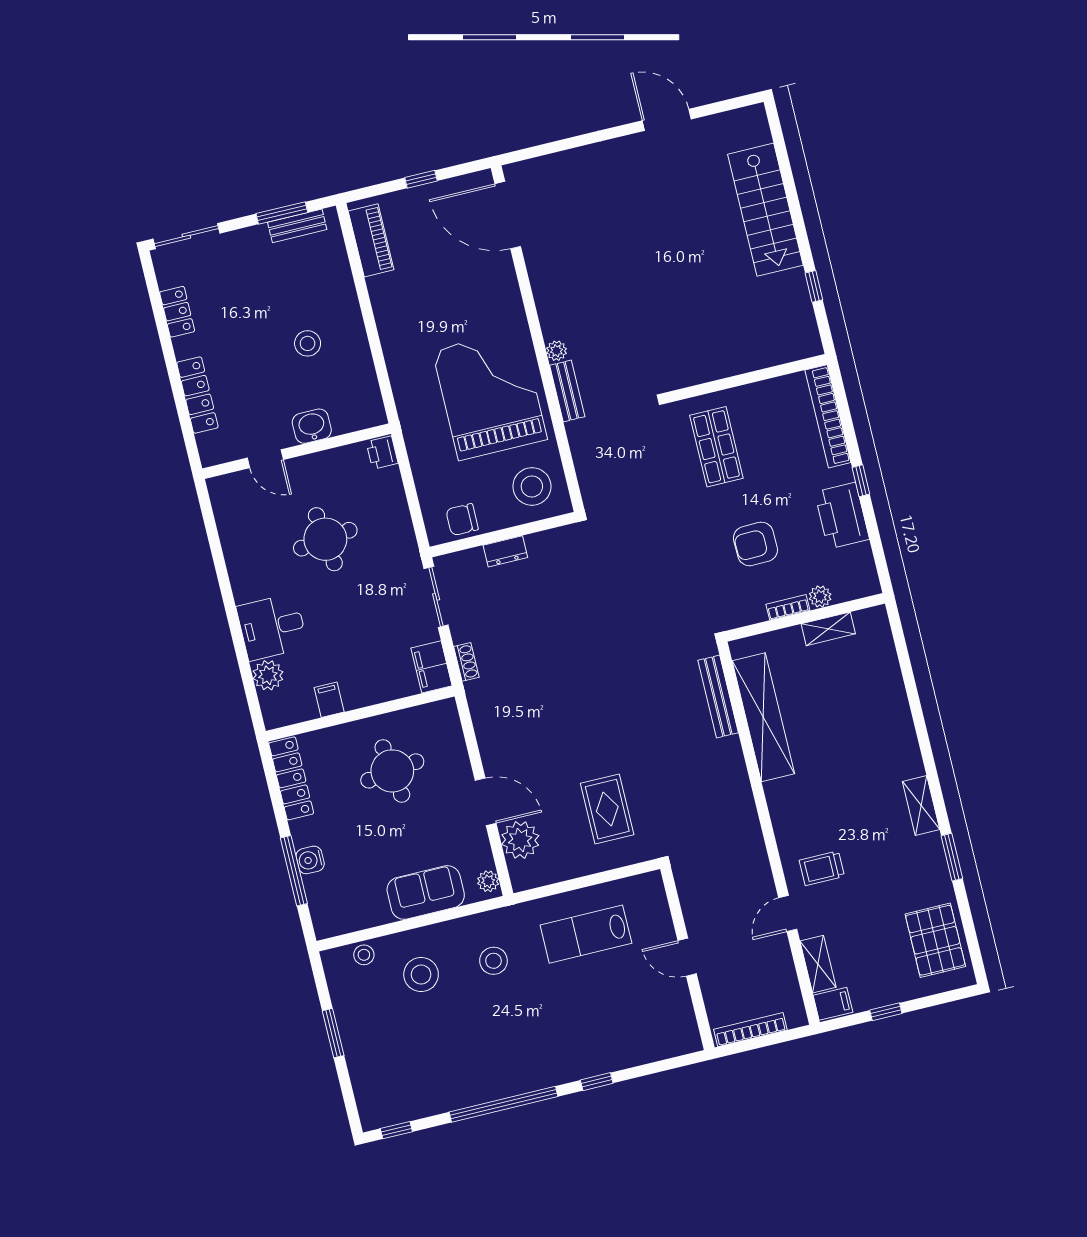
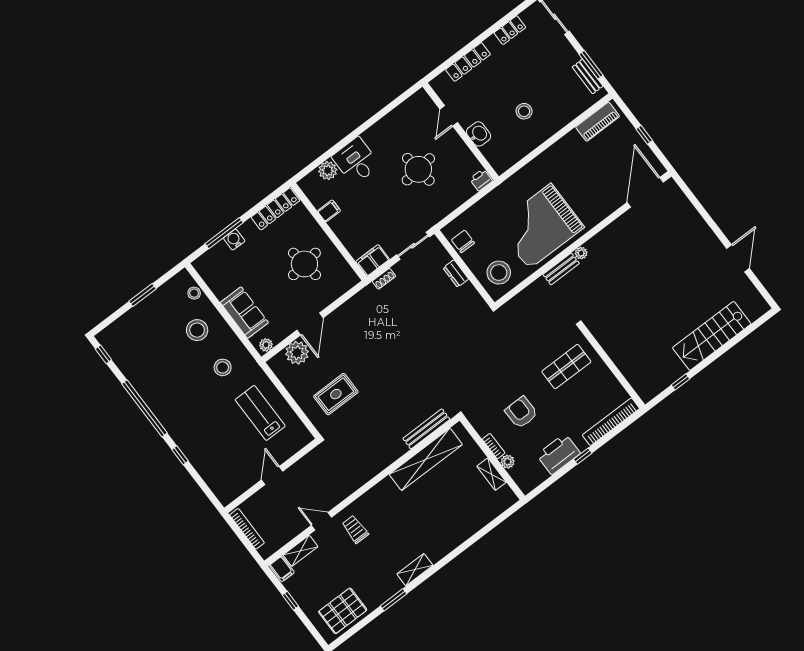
grand piano: (490, 395) -> (540, 226), turned 180

